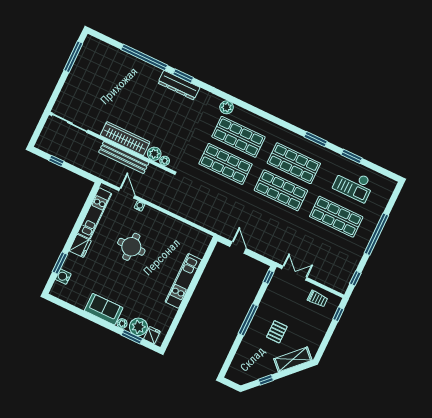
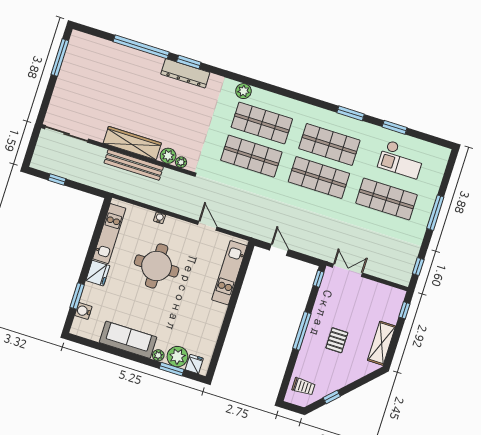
door: (127, 193) -> (207, 226), moved
window: (376, 234) -> (435, 213), width x0.68
round table: (131, 247) -> (157, 266), width x1.36, depth x1.36
kitchen unit: (183, 281) -> (229, 273), moved
trolley: (318, 299) -> (303, 387), moved
sofa: (104, 309) -> (128, 340), width x1.36
shelving: (293, 359) -> (382, 343), moved, turned -45

